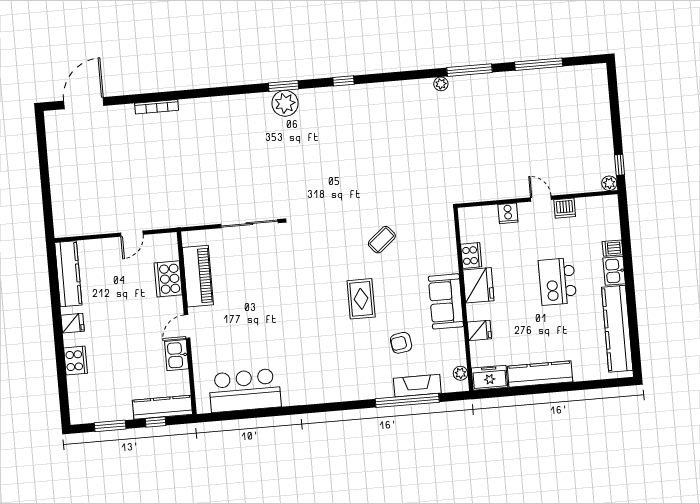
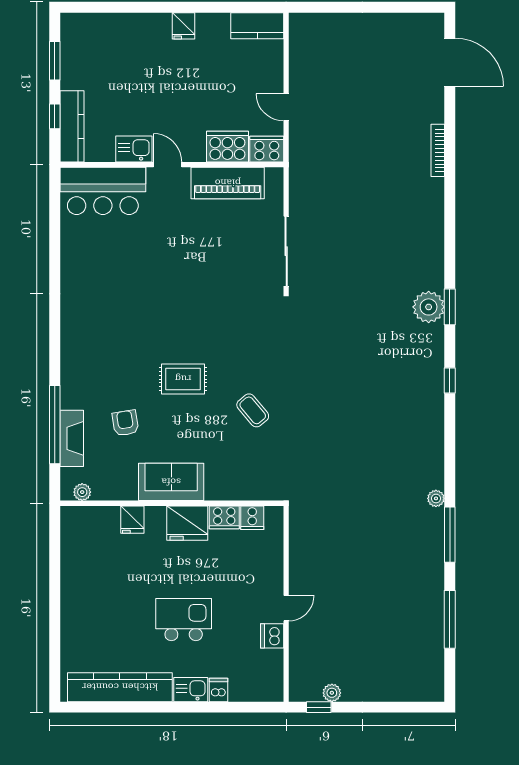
plant: (609, 183) -> (332, 693), moved
cooker: (508, 213) -> (252, 518), moved, turned -90
kitchen counter: (68, 274) -> (257, 26), width x0.67
cooker: (76, 361) -> (267, 149), moved, turned 180
kitchen counter: (540, 374) -> (73, 589), removed
freezer: (489, 378) -> (74, 527), removed
bar counter: (245, 390) -> (103, 191), moved, turned 90

